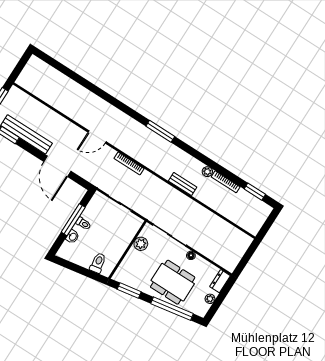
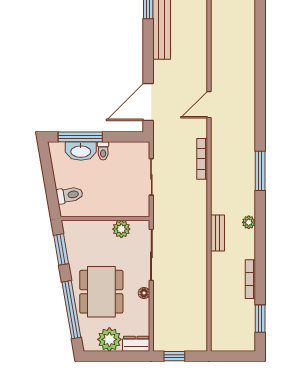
door: (97, 137) -> (209, 105), hinge flipped
door: (57, 166) -> (148, 102), moved
plant: (207, 172) -> (249, 222), moved
window: (73, 220) -> (80, 137), moved
washbasin: (73, 237) -> (81, 151), width x1.91, depth x1.45
window: (244, 262) -> (174, 356), added
plant: (210, 299) -> (109, 339), width x1.88, depth x1.88

